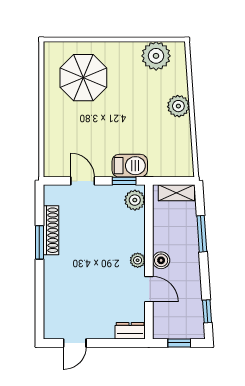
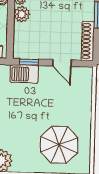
plant: (135, 200) -> (22, 14), moved
shoe rack: (51, 230) -> (88, 41), moved

